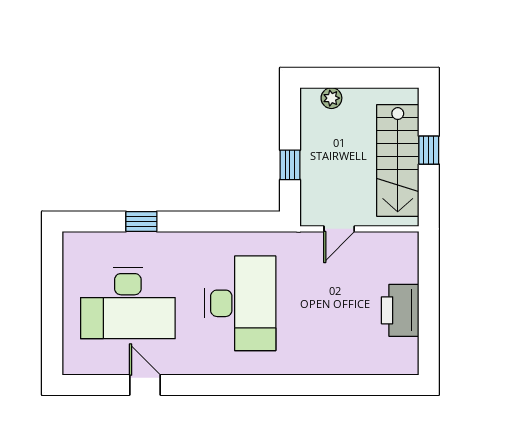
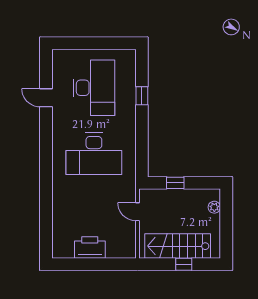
desk: (128, 303) -> (94, 88), turned 180
door: (145, 385) -> (46, 98), swing flipped

